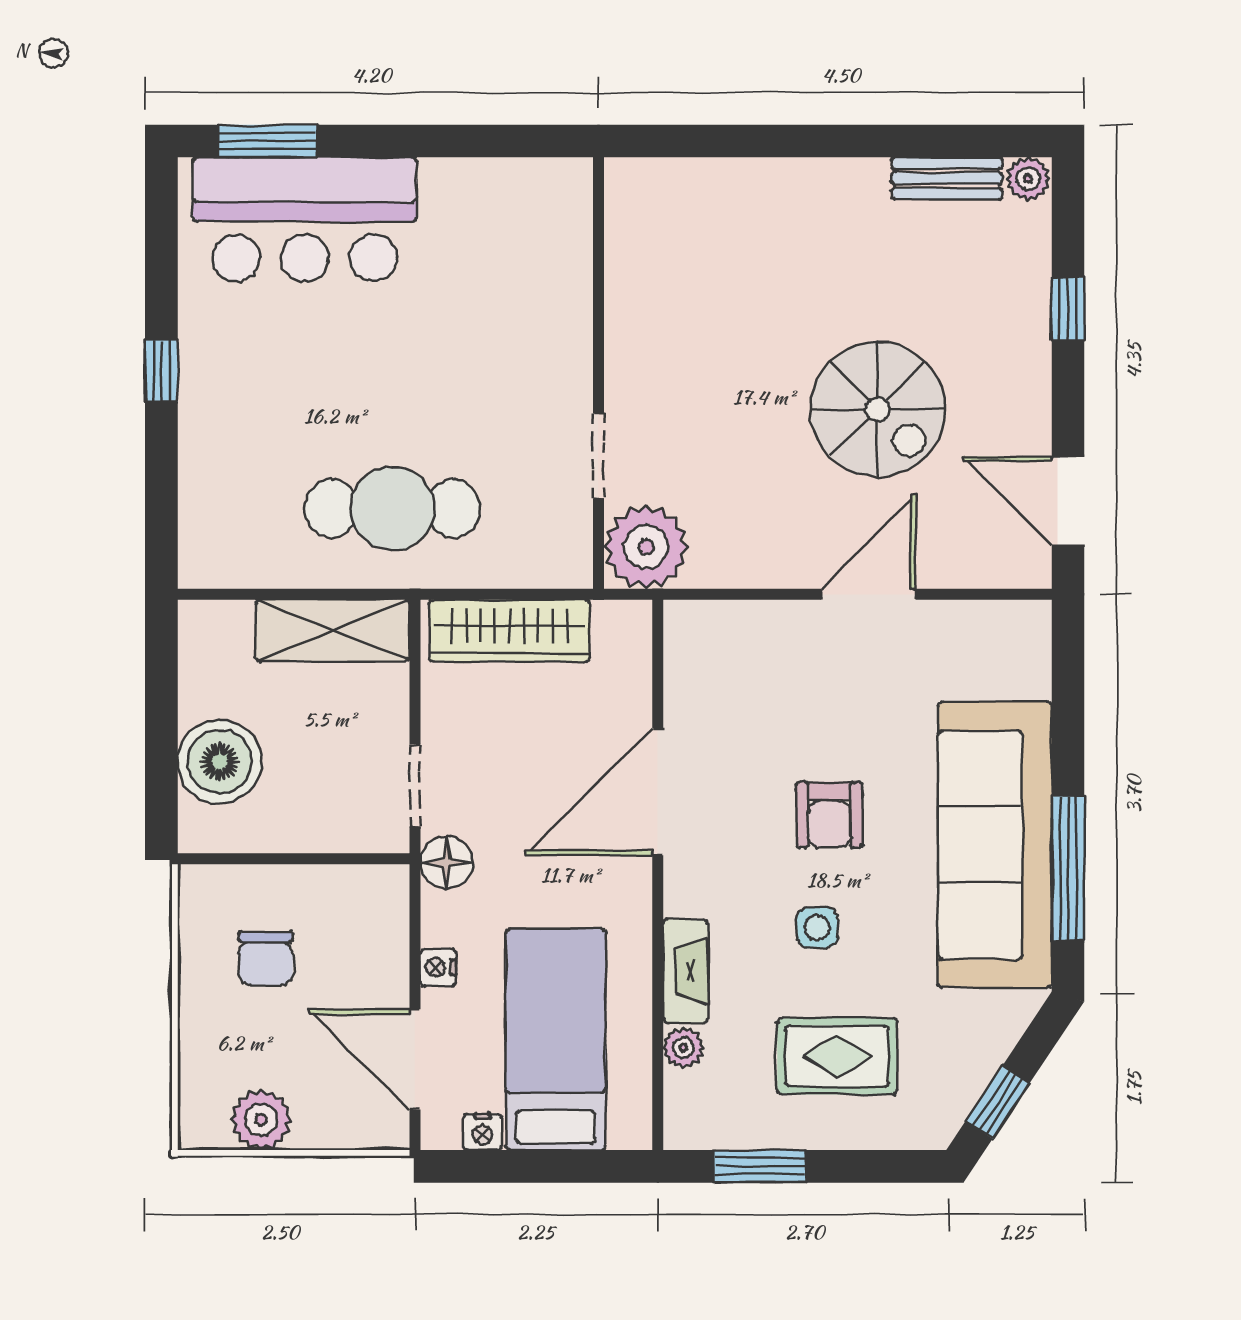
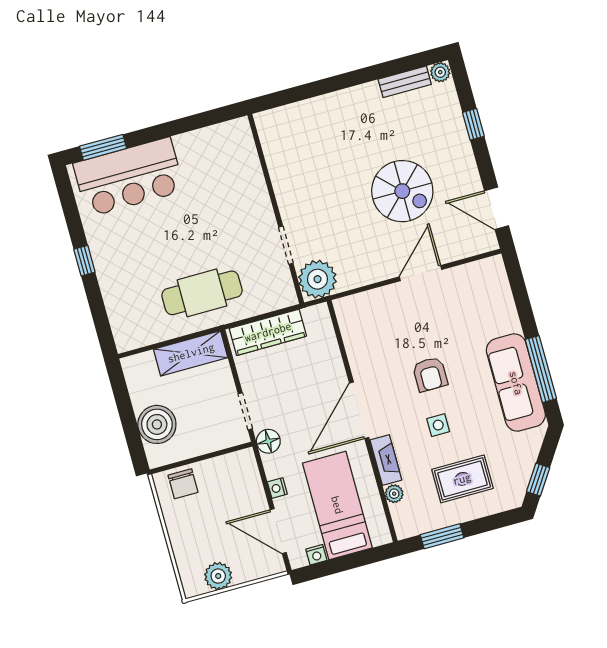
door: (658, 792) -> (359, 410), moved
sofa: (995, 845) -> (516, 383), width x0.74, depth x0.79
chair: (266, 958) -> (183, 484), moved

